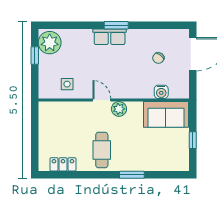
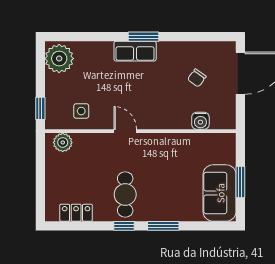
window: (35, 55) -> (40, 108), moved
plant: (119, 109) -> (63, 142), moved
sofa: (166, 114) -> (220, 193), moved, turned 90
window: (193, 140) -> (240, 182), width x1.50
window: (101, 175) -> (124, 226), added

